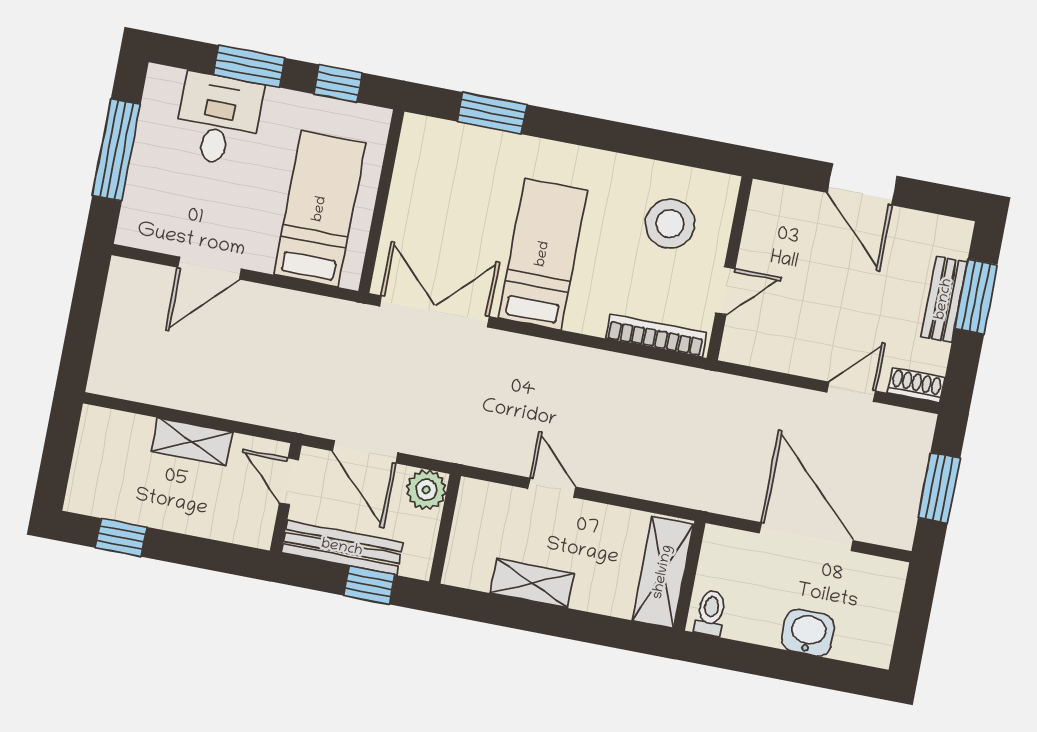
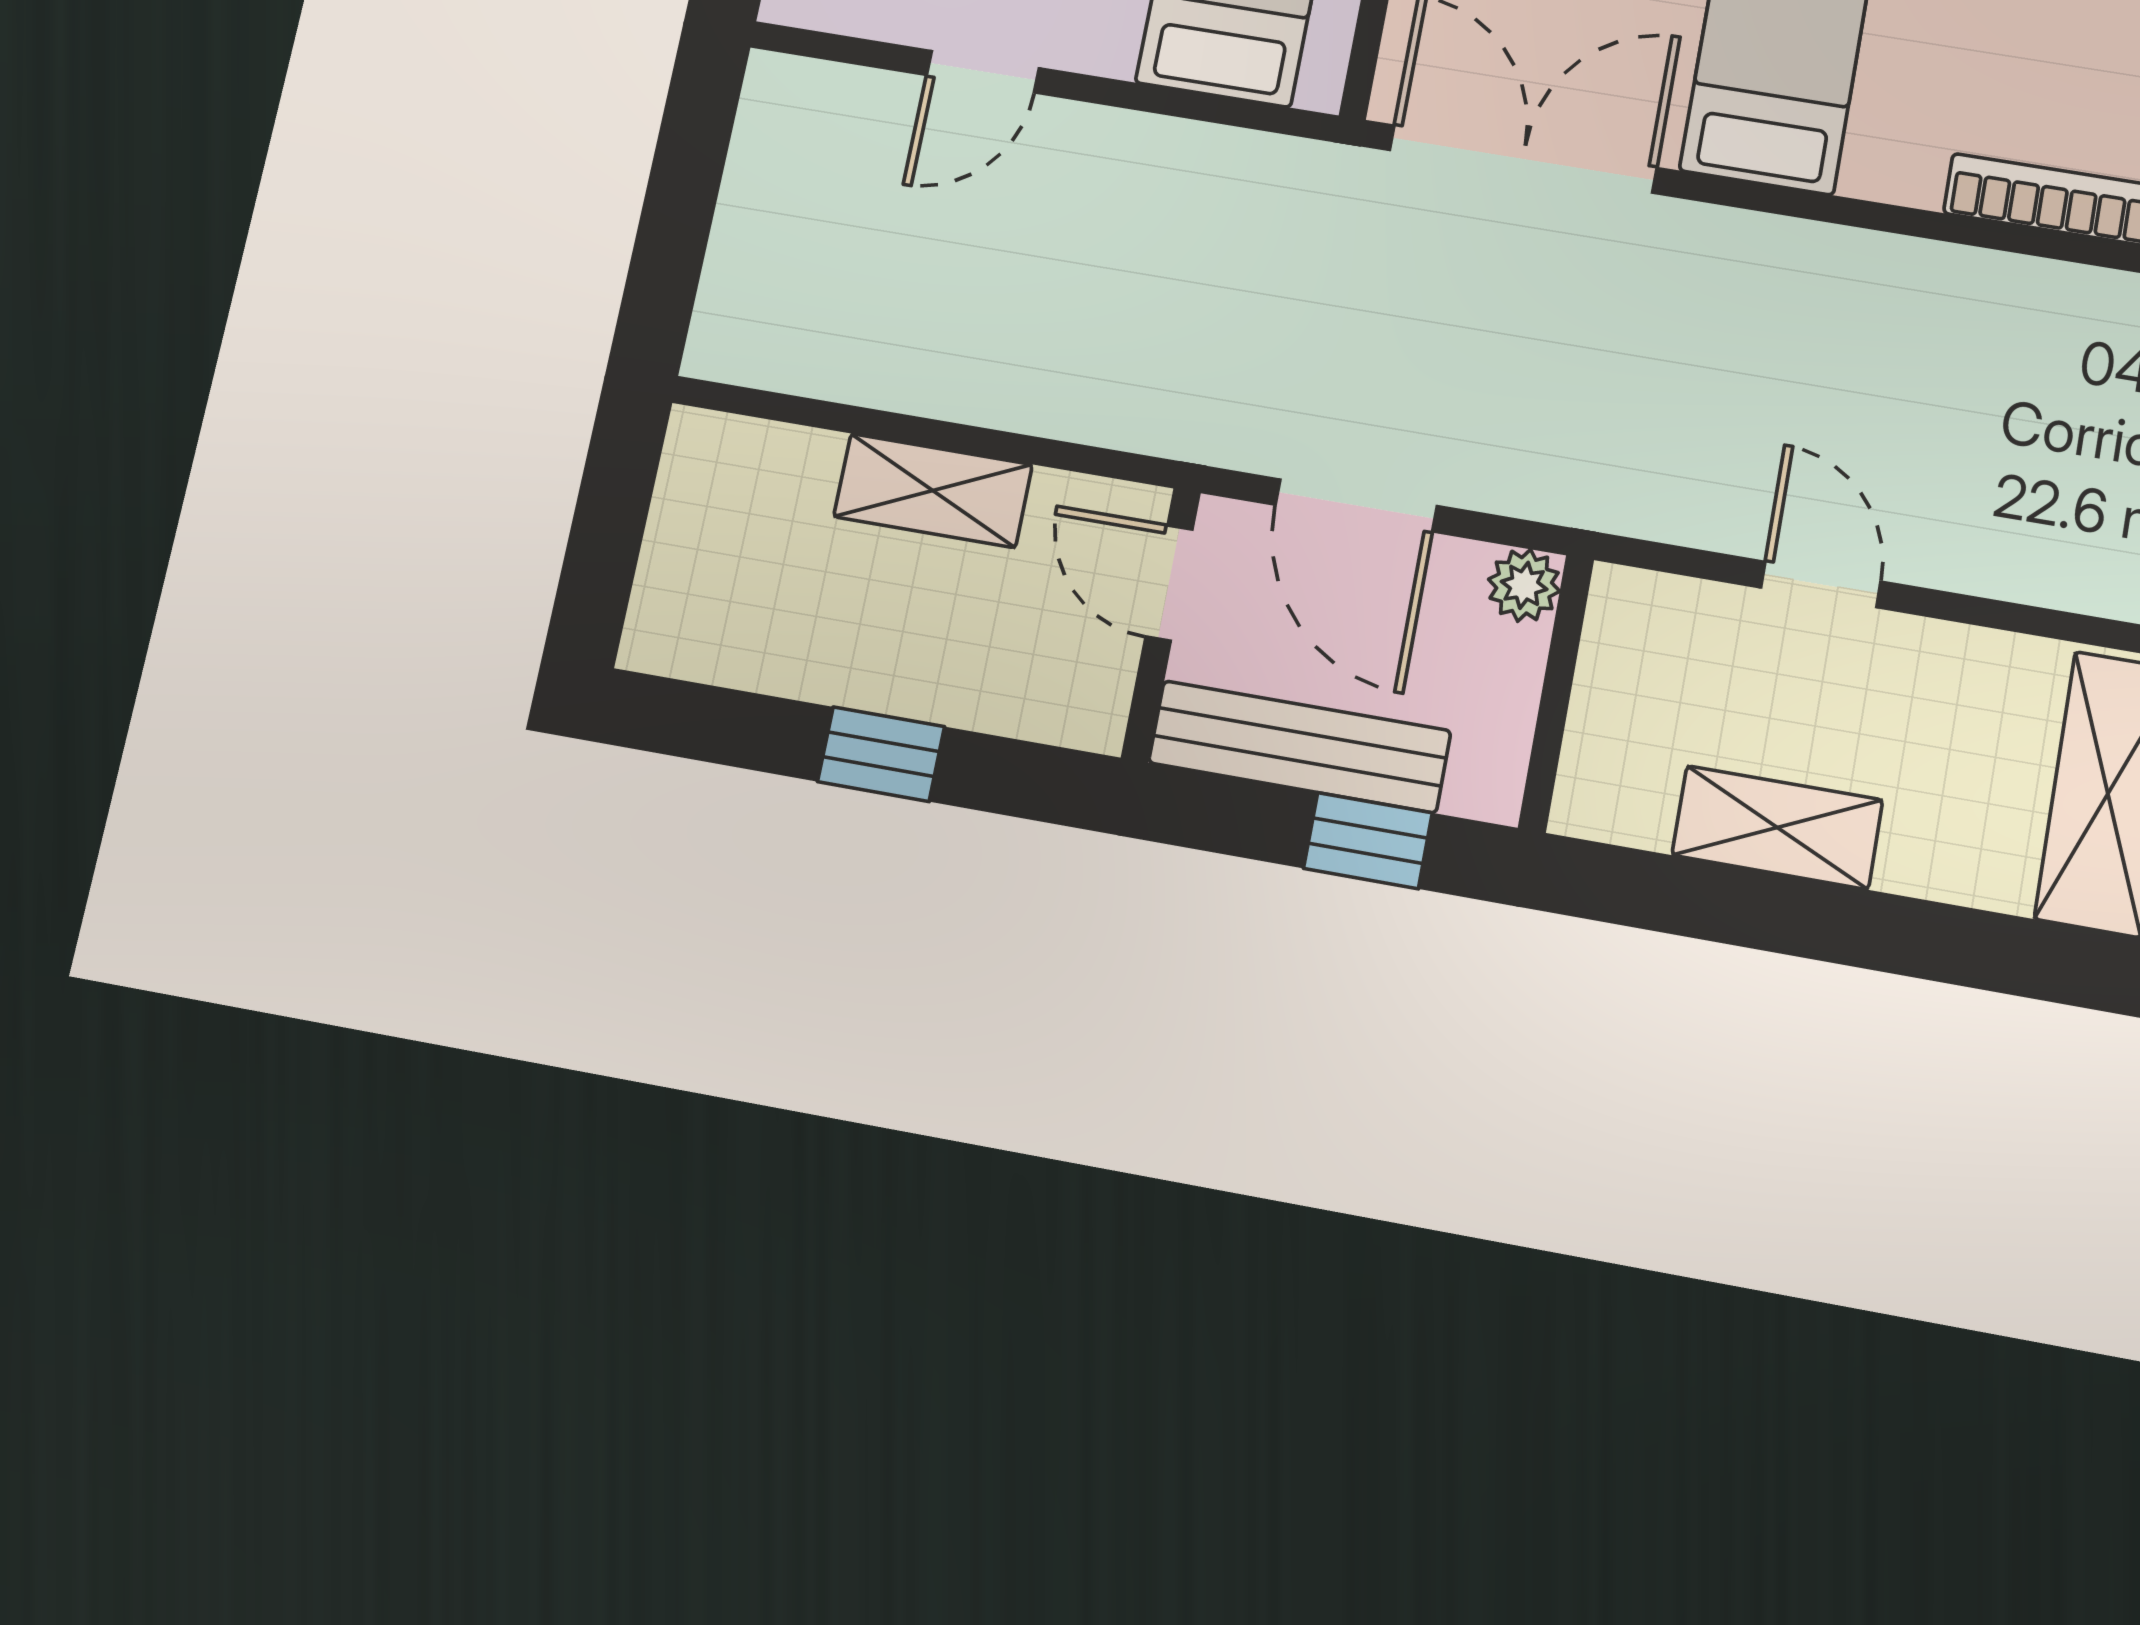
door: (210, 268) -> (983, 72), width x0.73
plant: (426, 490) -> (1524, 585), width x0.73, depth x0.73
window: (121, 537) -> (881, 754), moved

